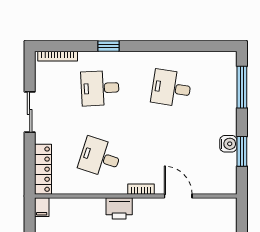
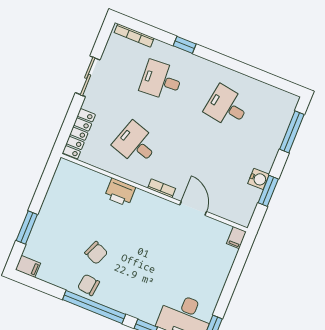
filing cabinet: (42, 207) -> (236, 238), moved
printer: (119, 208) -> (120, 192), moved

